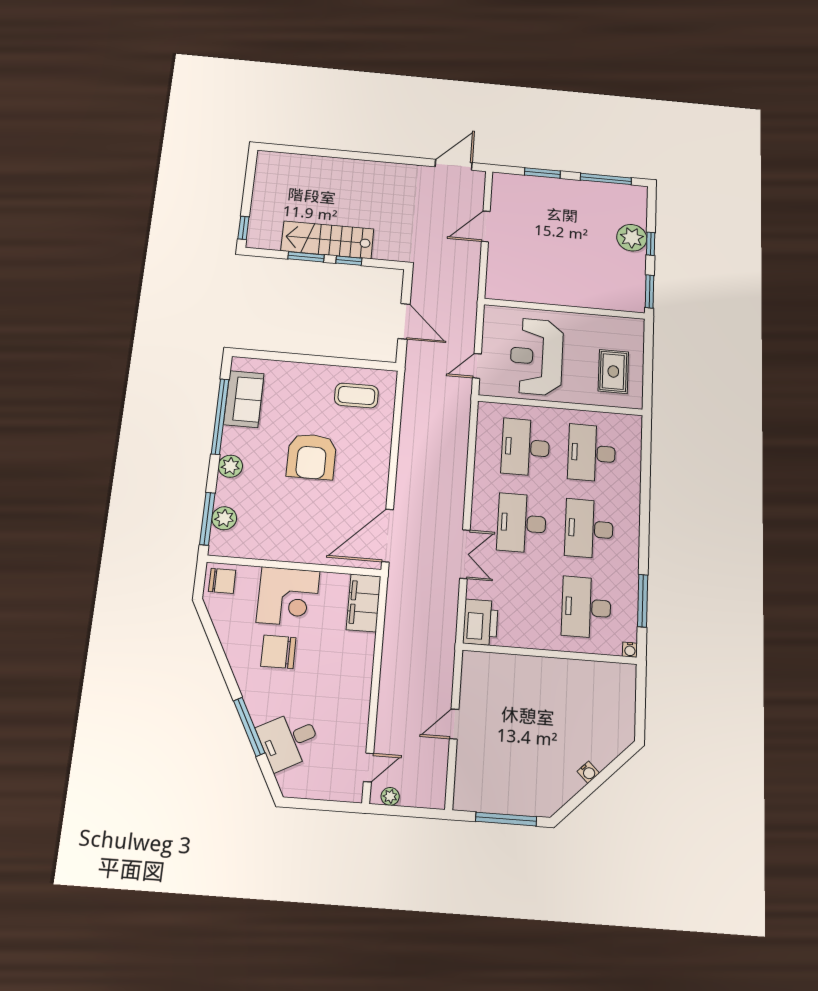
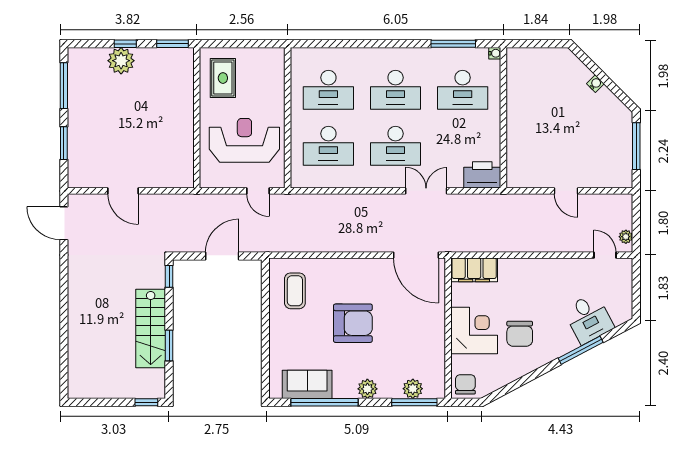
window: (349, 261) -> (169, 276), moved
reception desk: (536, 357) -> (244, 140), turned 180
rug: (613, 371) -> (223, 78), moved, turned 90

